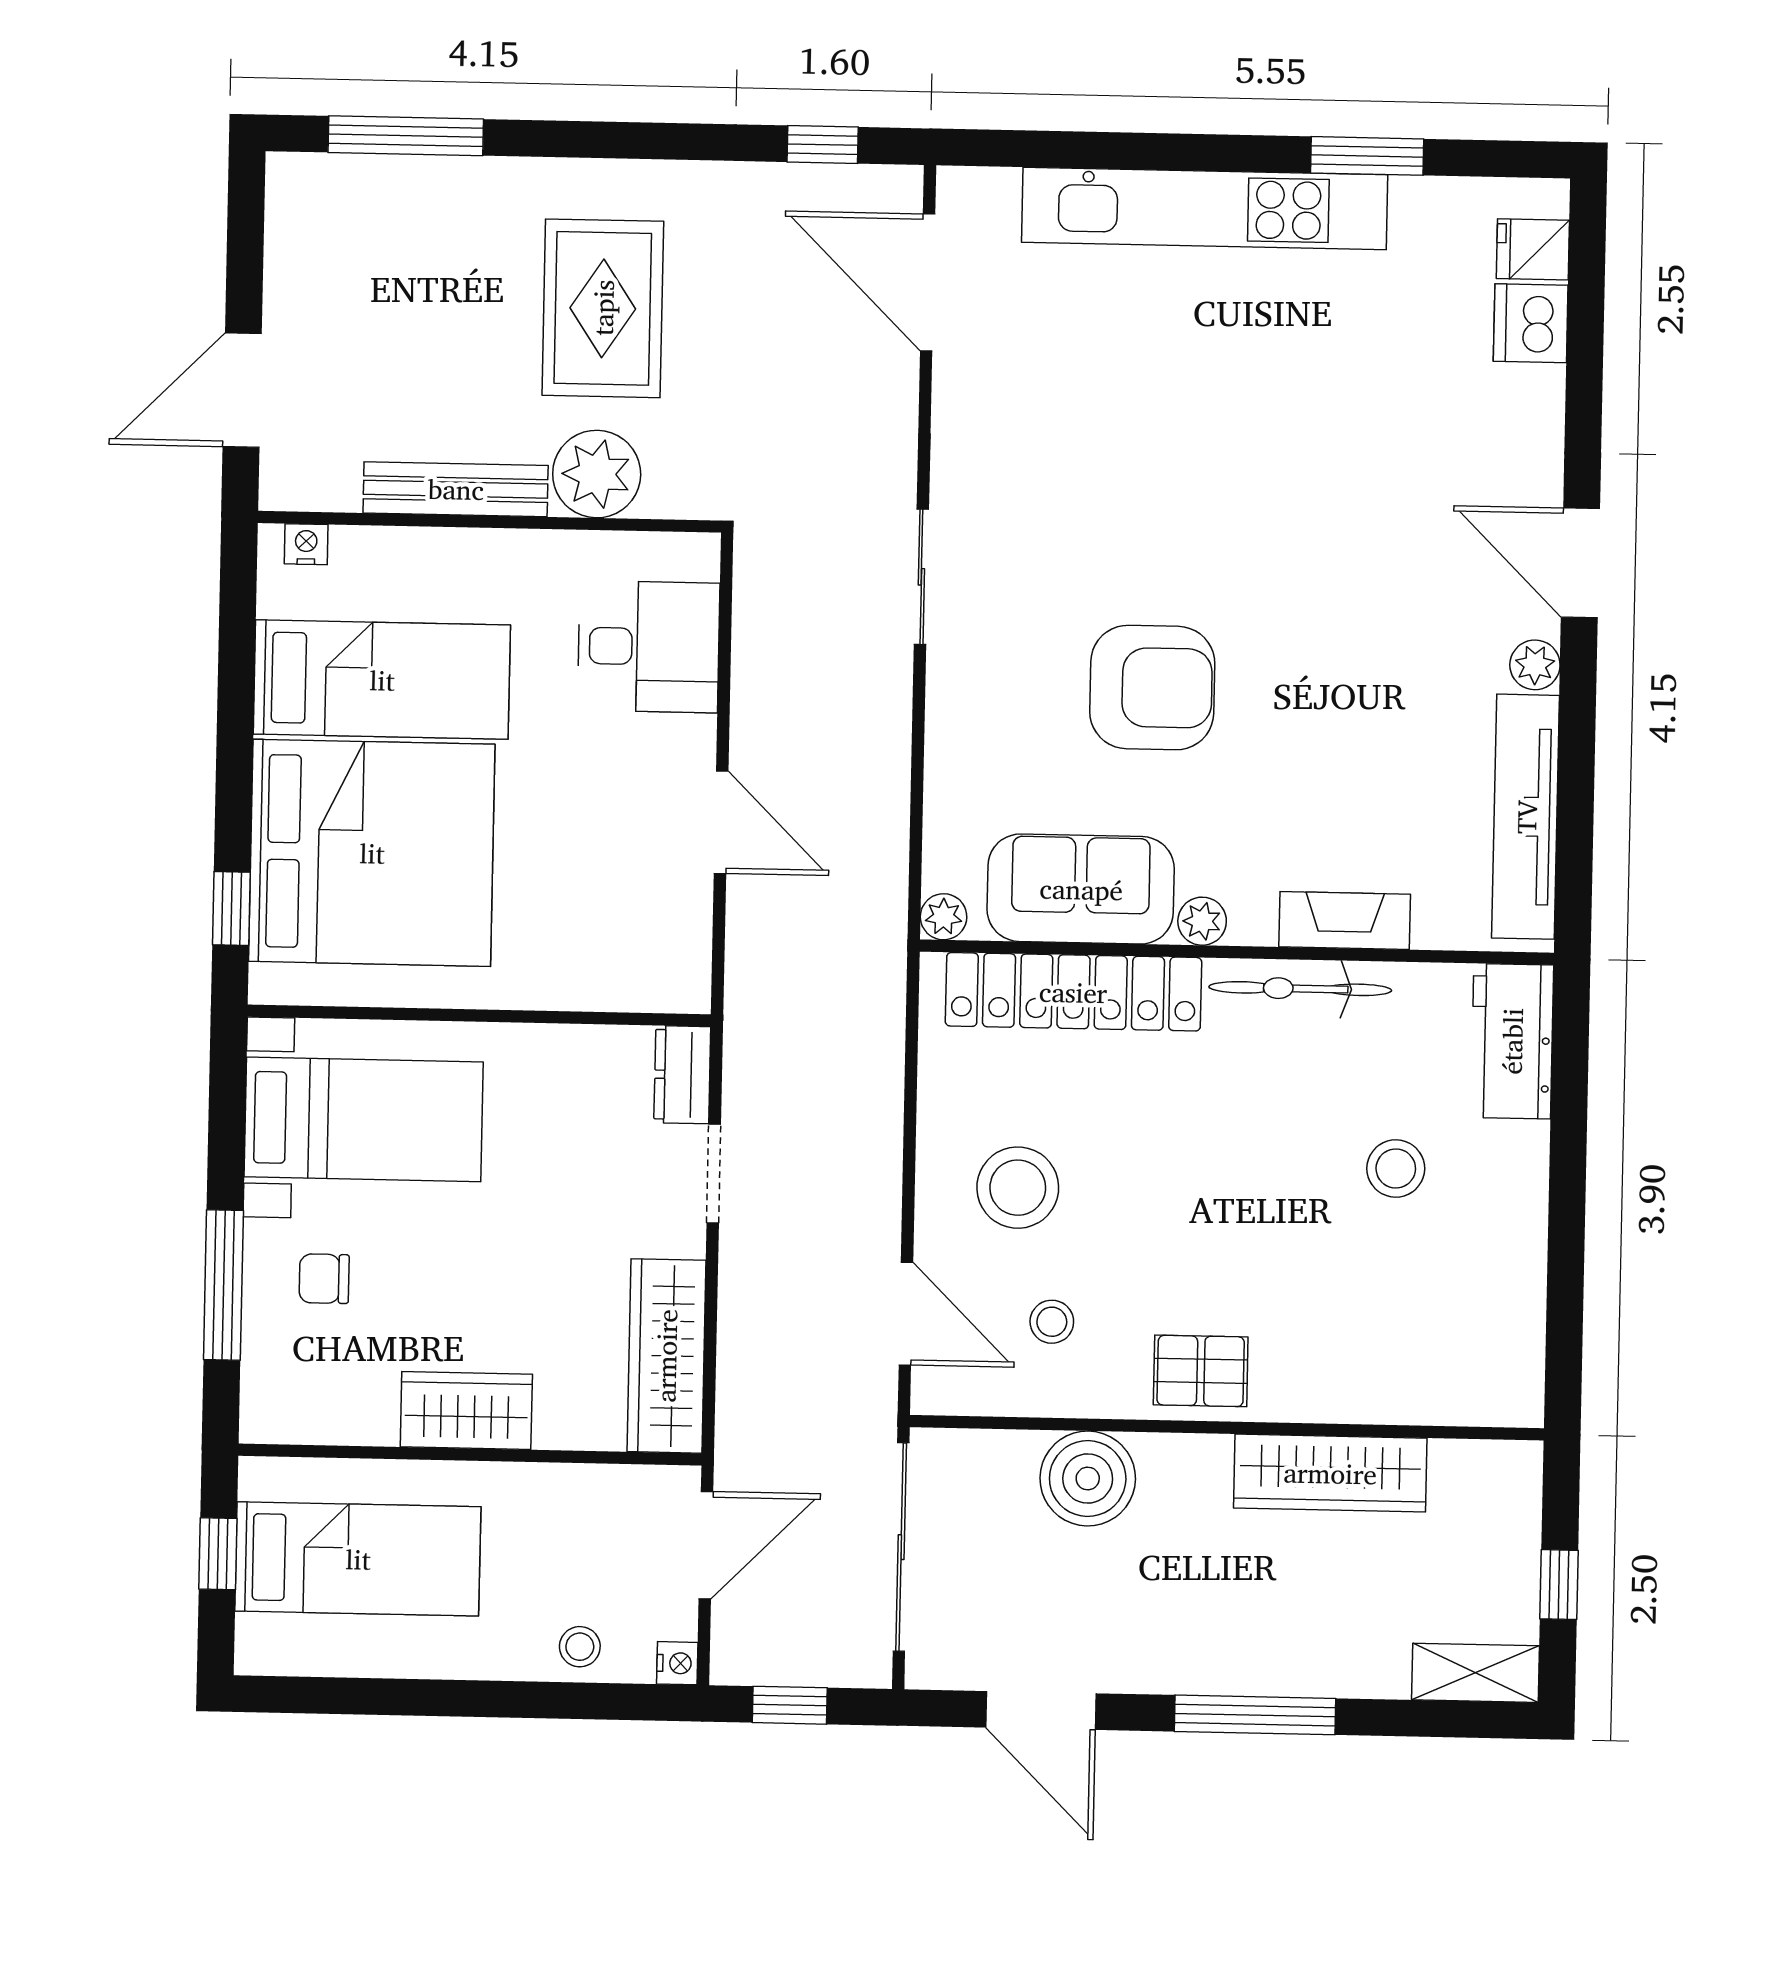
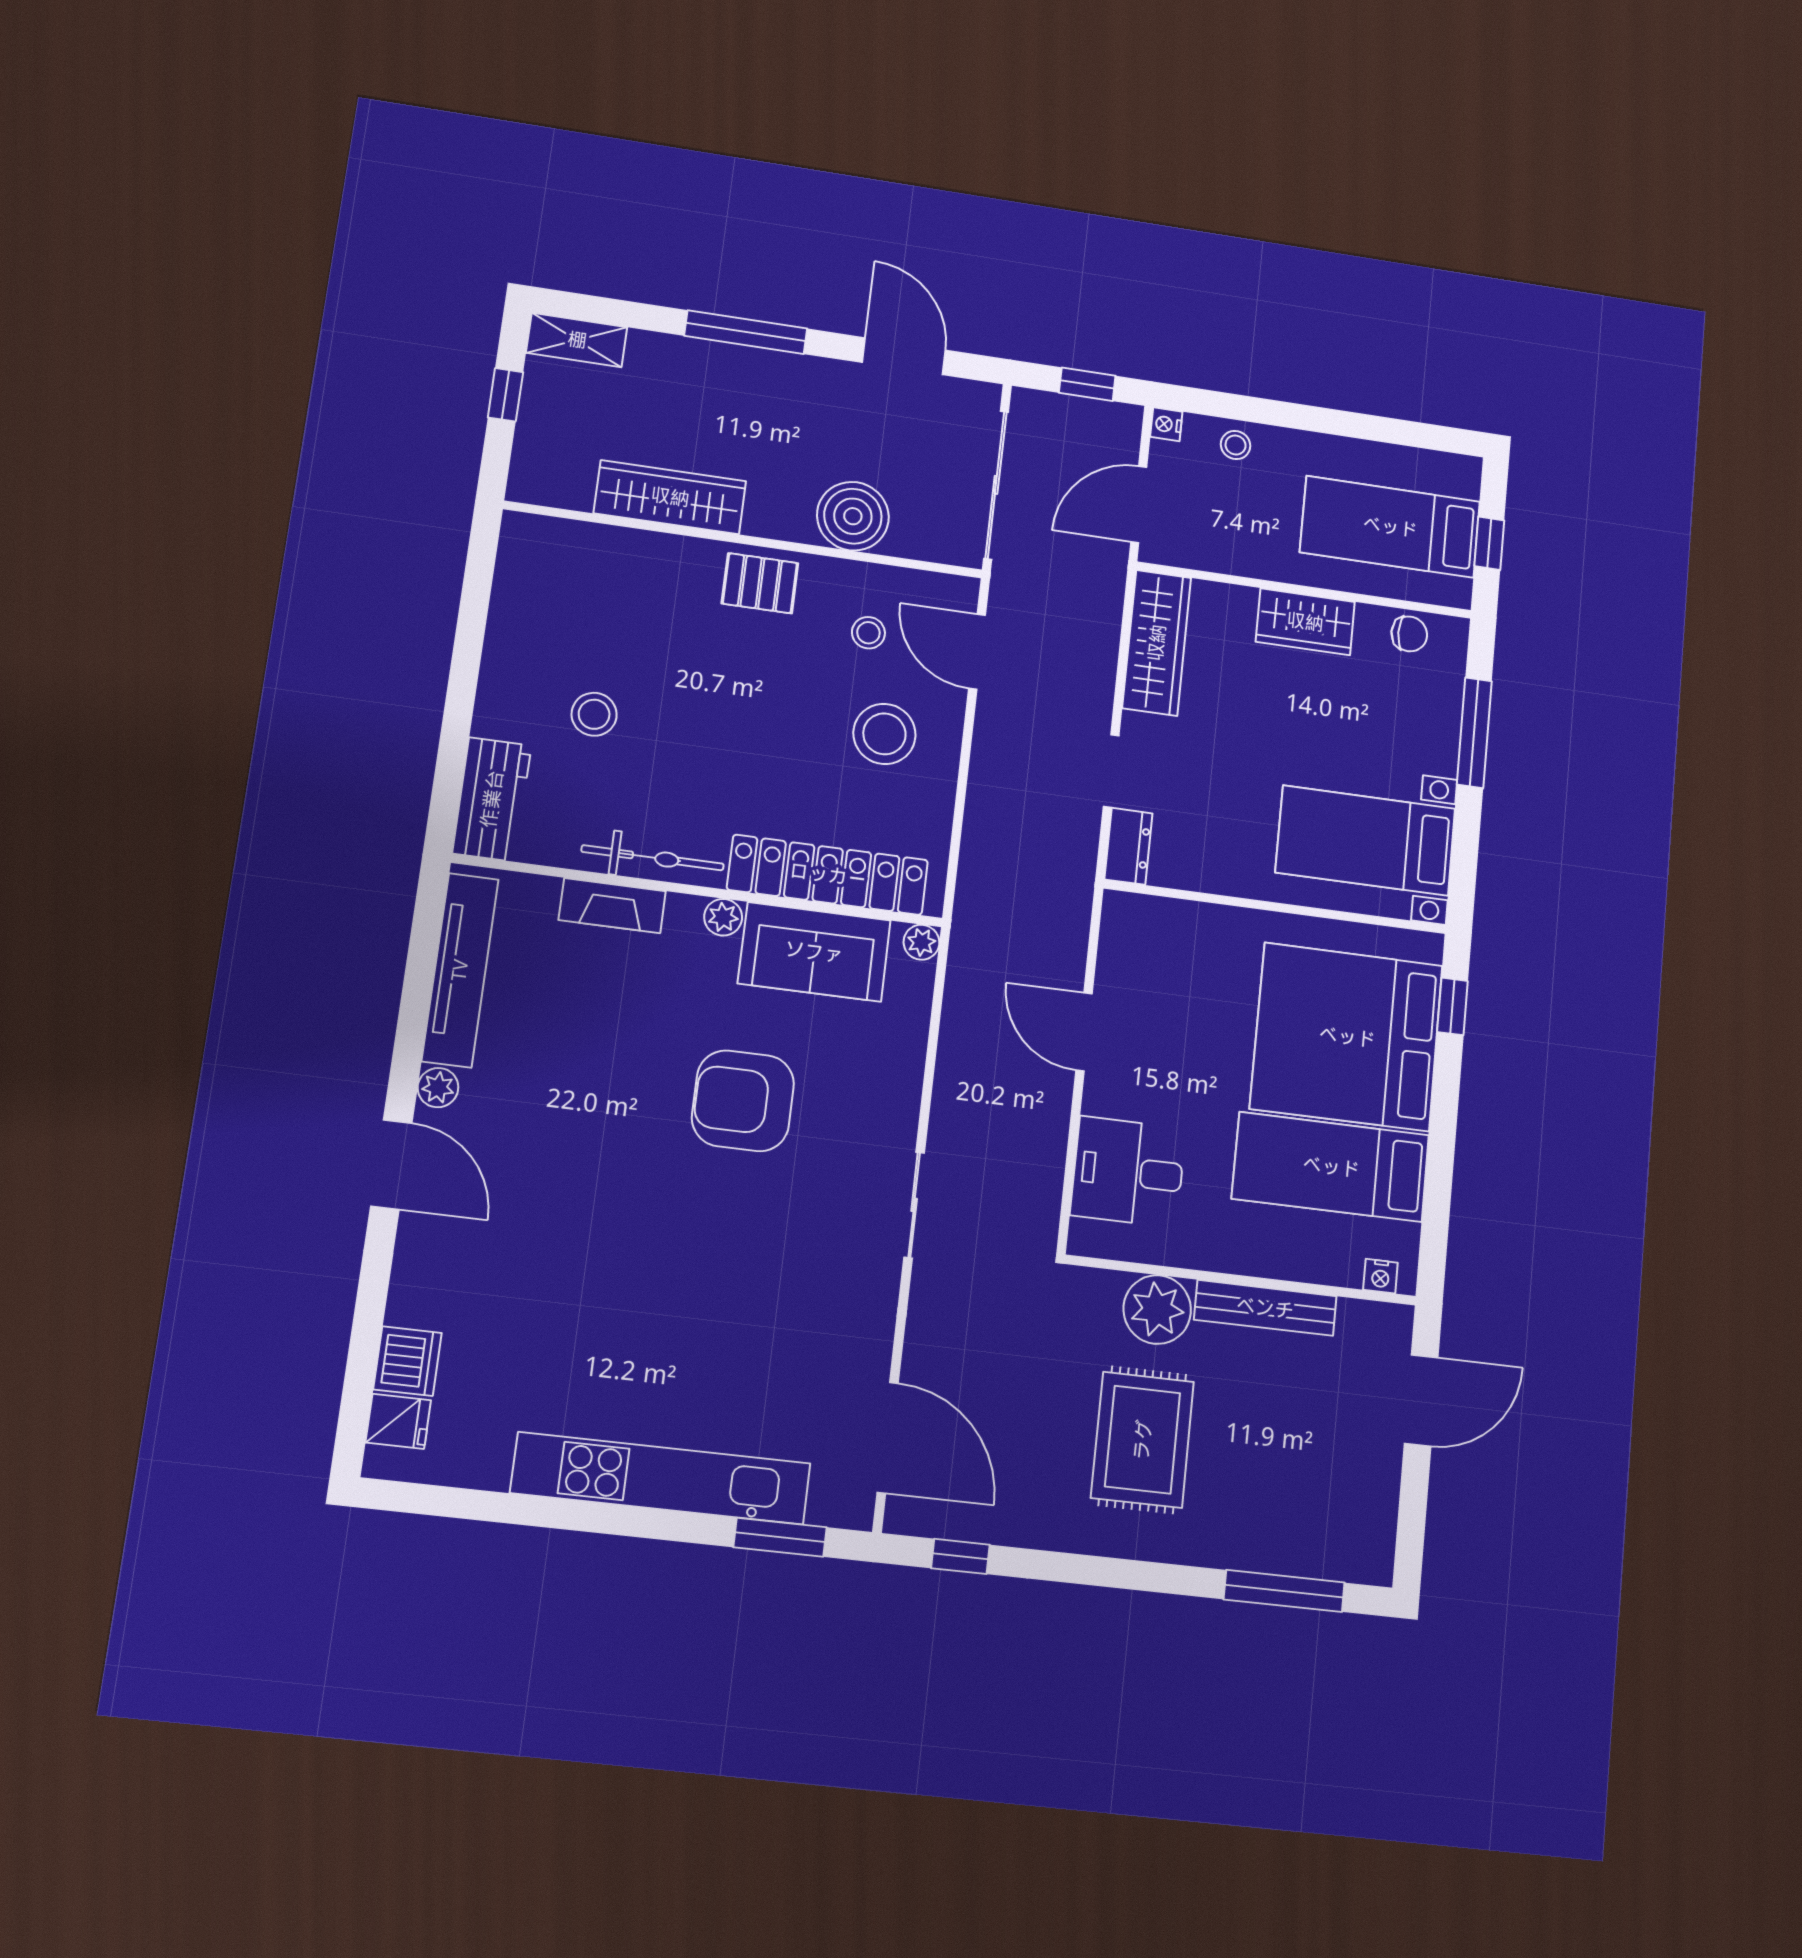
window: (1367, 156) -> (780, 1537), moved
chair: (324, 1279) -> (1409, 634), moved

